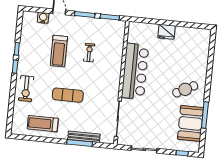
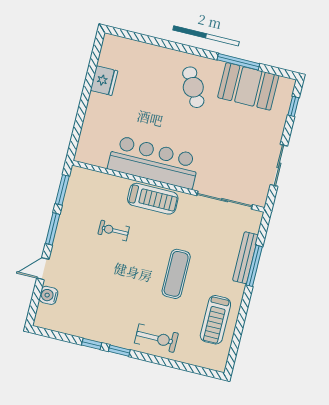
fridge: (166, 32) -> (104, 81), moved
treadmill: (59, 51) -> (153, 199), moved

